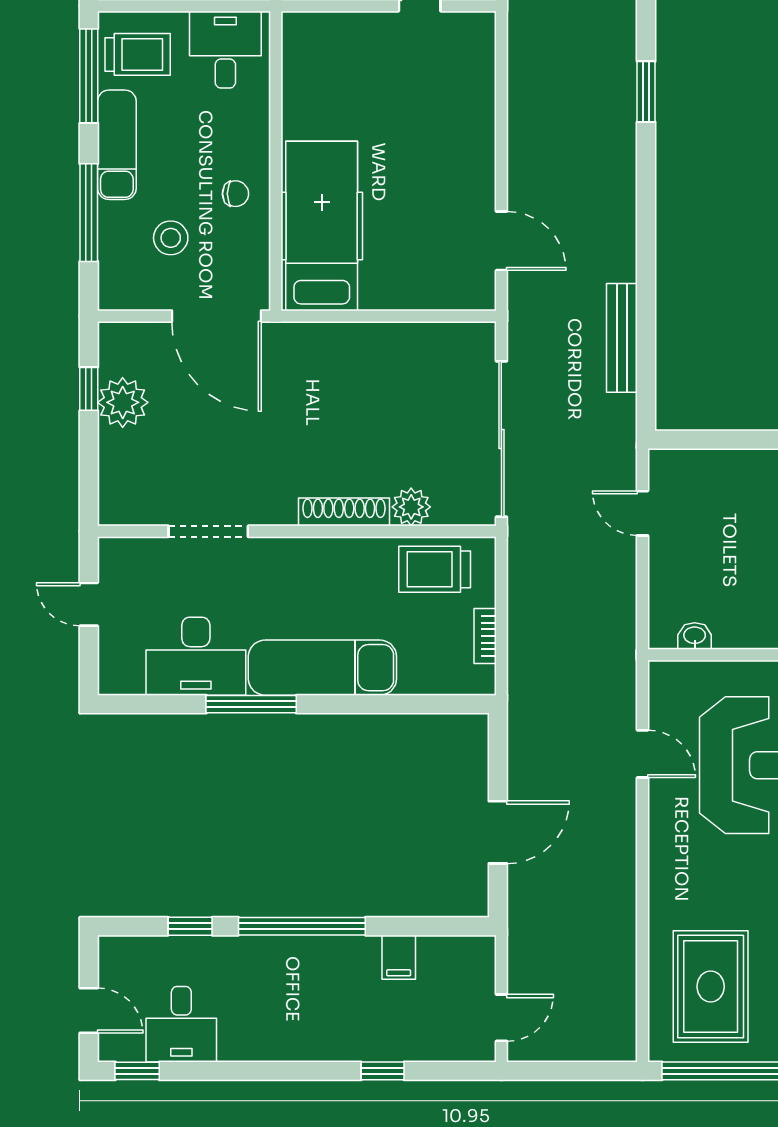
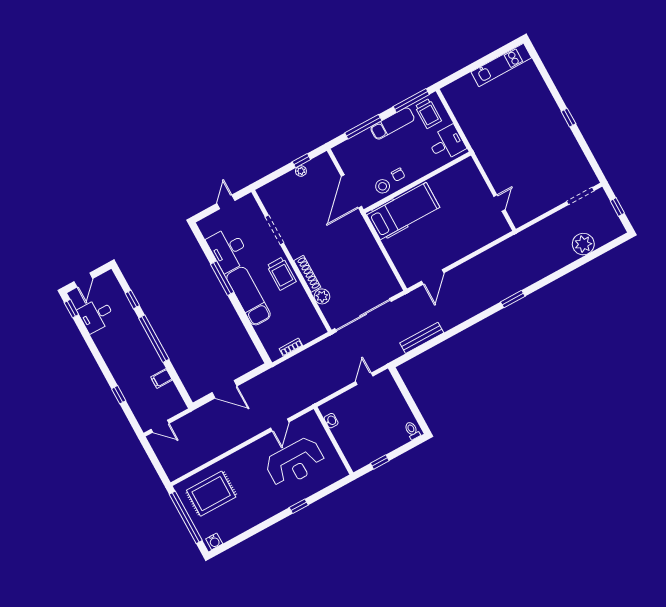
stool: (171, 238) -> (383, 186), moved
plant: (123, 402) -> (301, 171), width x0.53, depth x0.53
trolley: (435, 569) -> (281, 274), moved, turned 180

